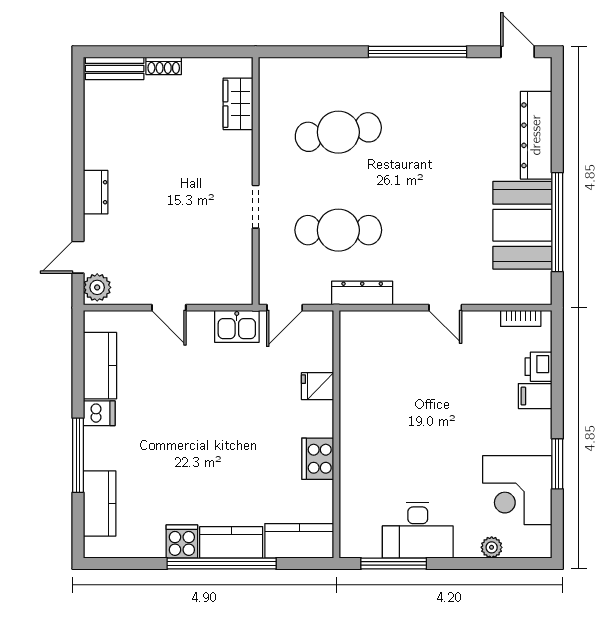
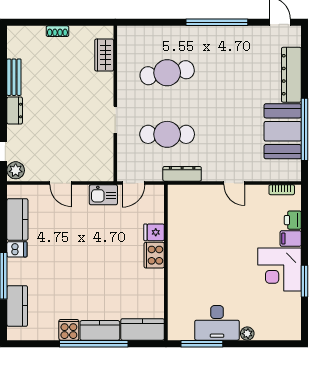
bench: (115, 68) -> (14, 77), moved, turned 90
cooker: (318, 459) -> (154, 255), moved
corner desk: (517, 490) -> (280, 269), moved
plant: (492, 547) -> (247, 334), moved

